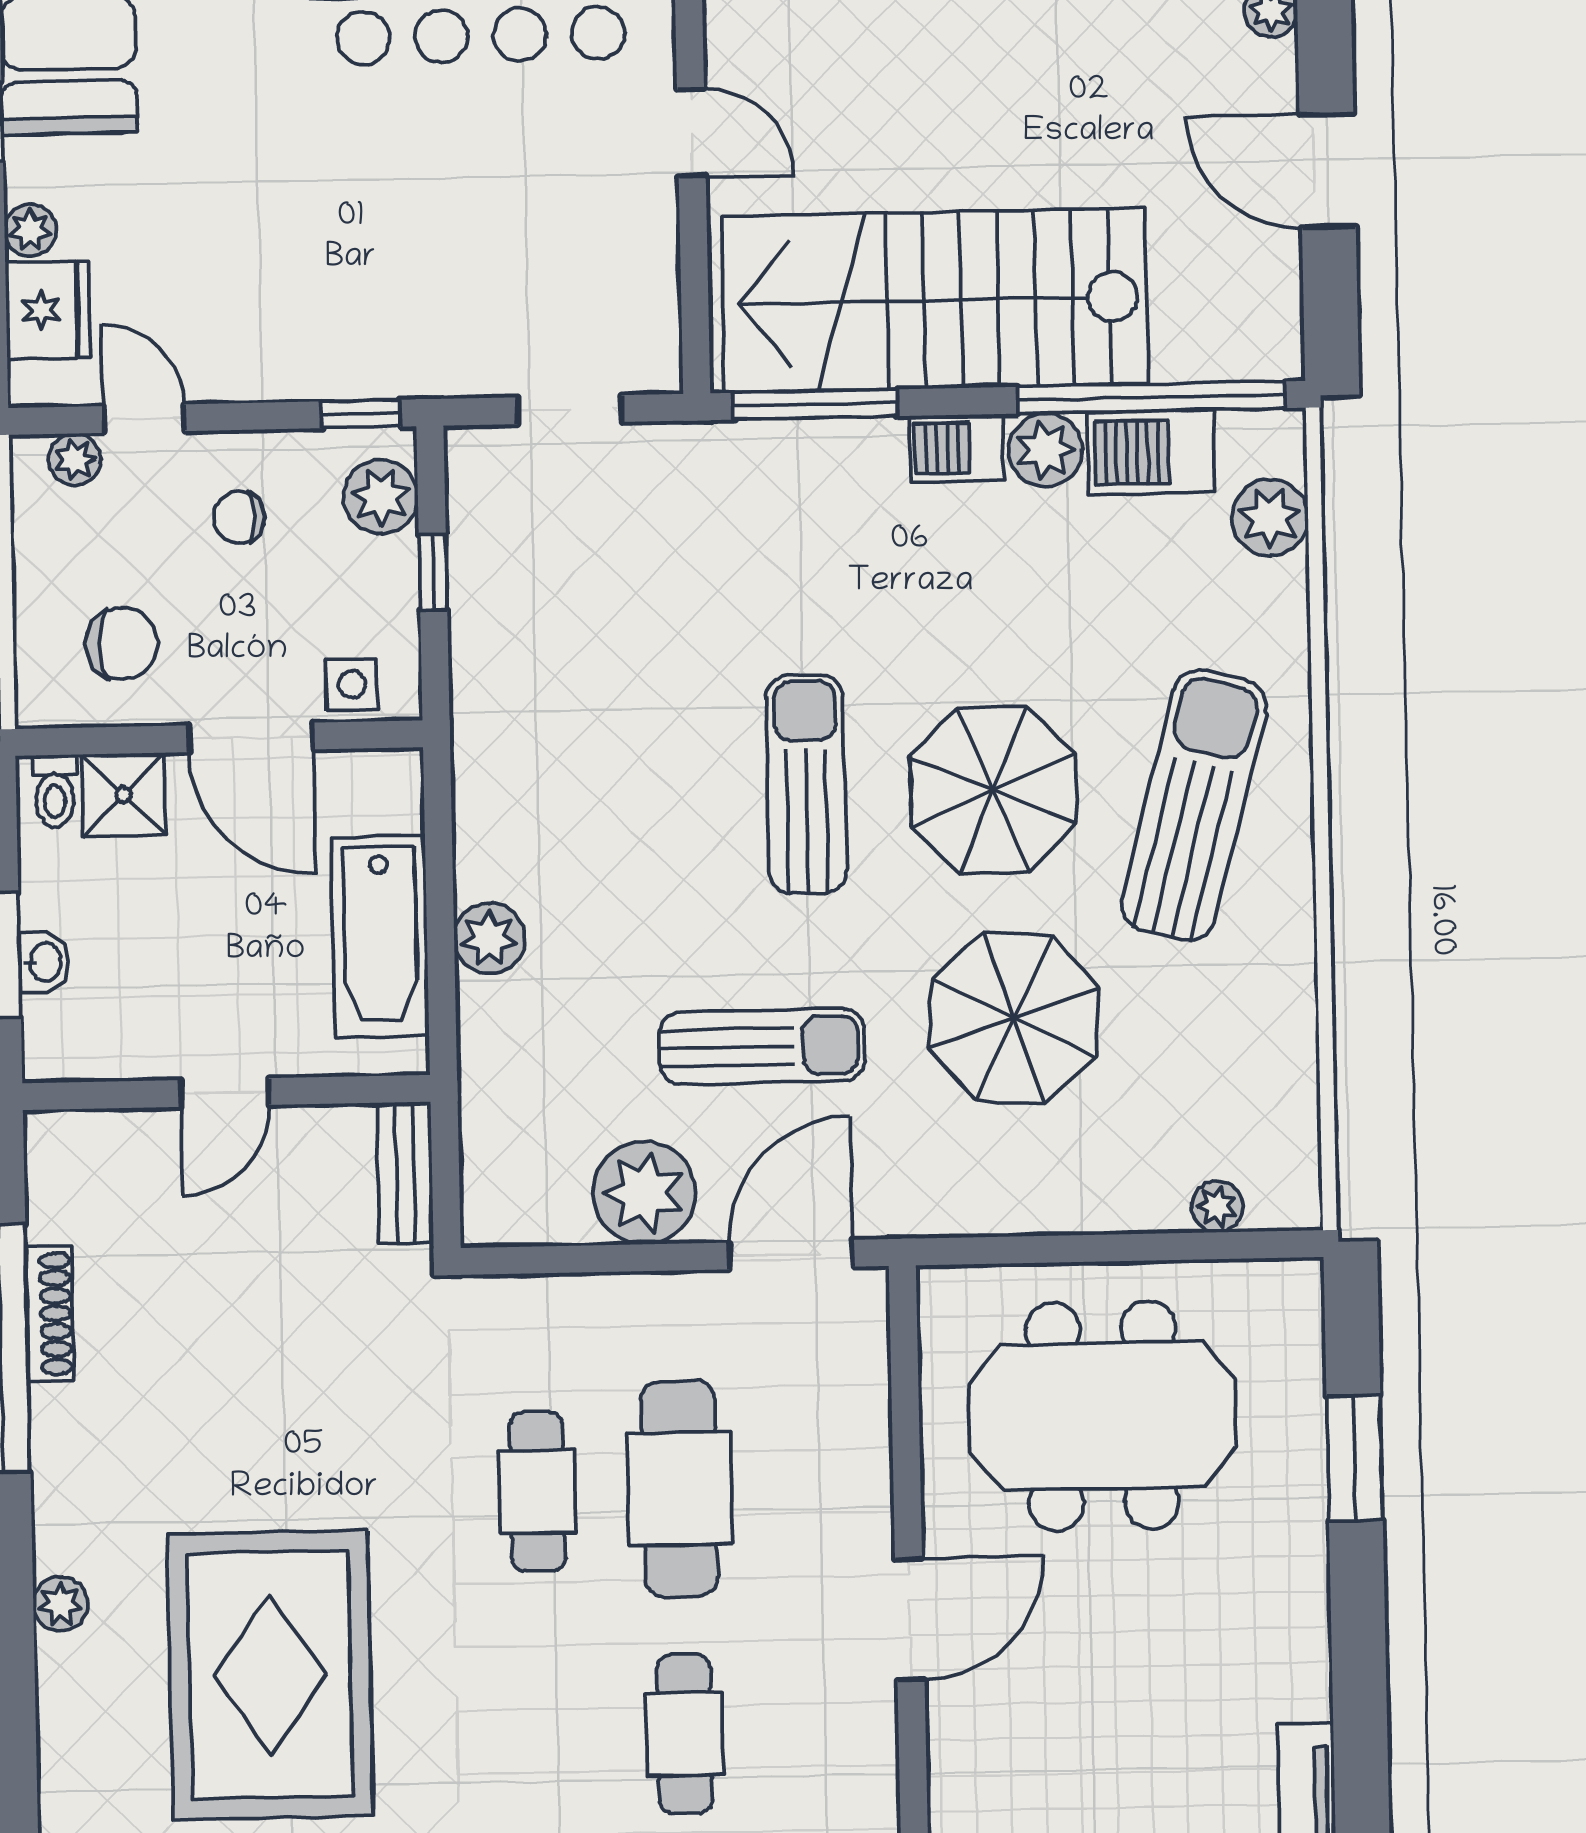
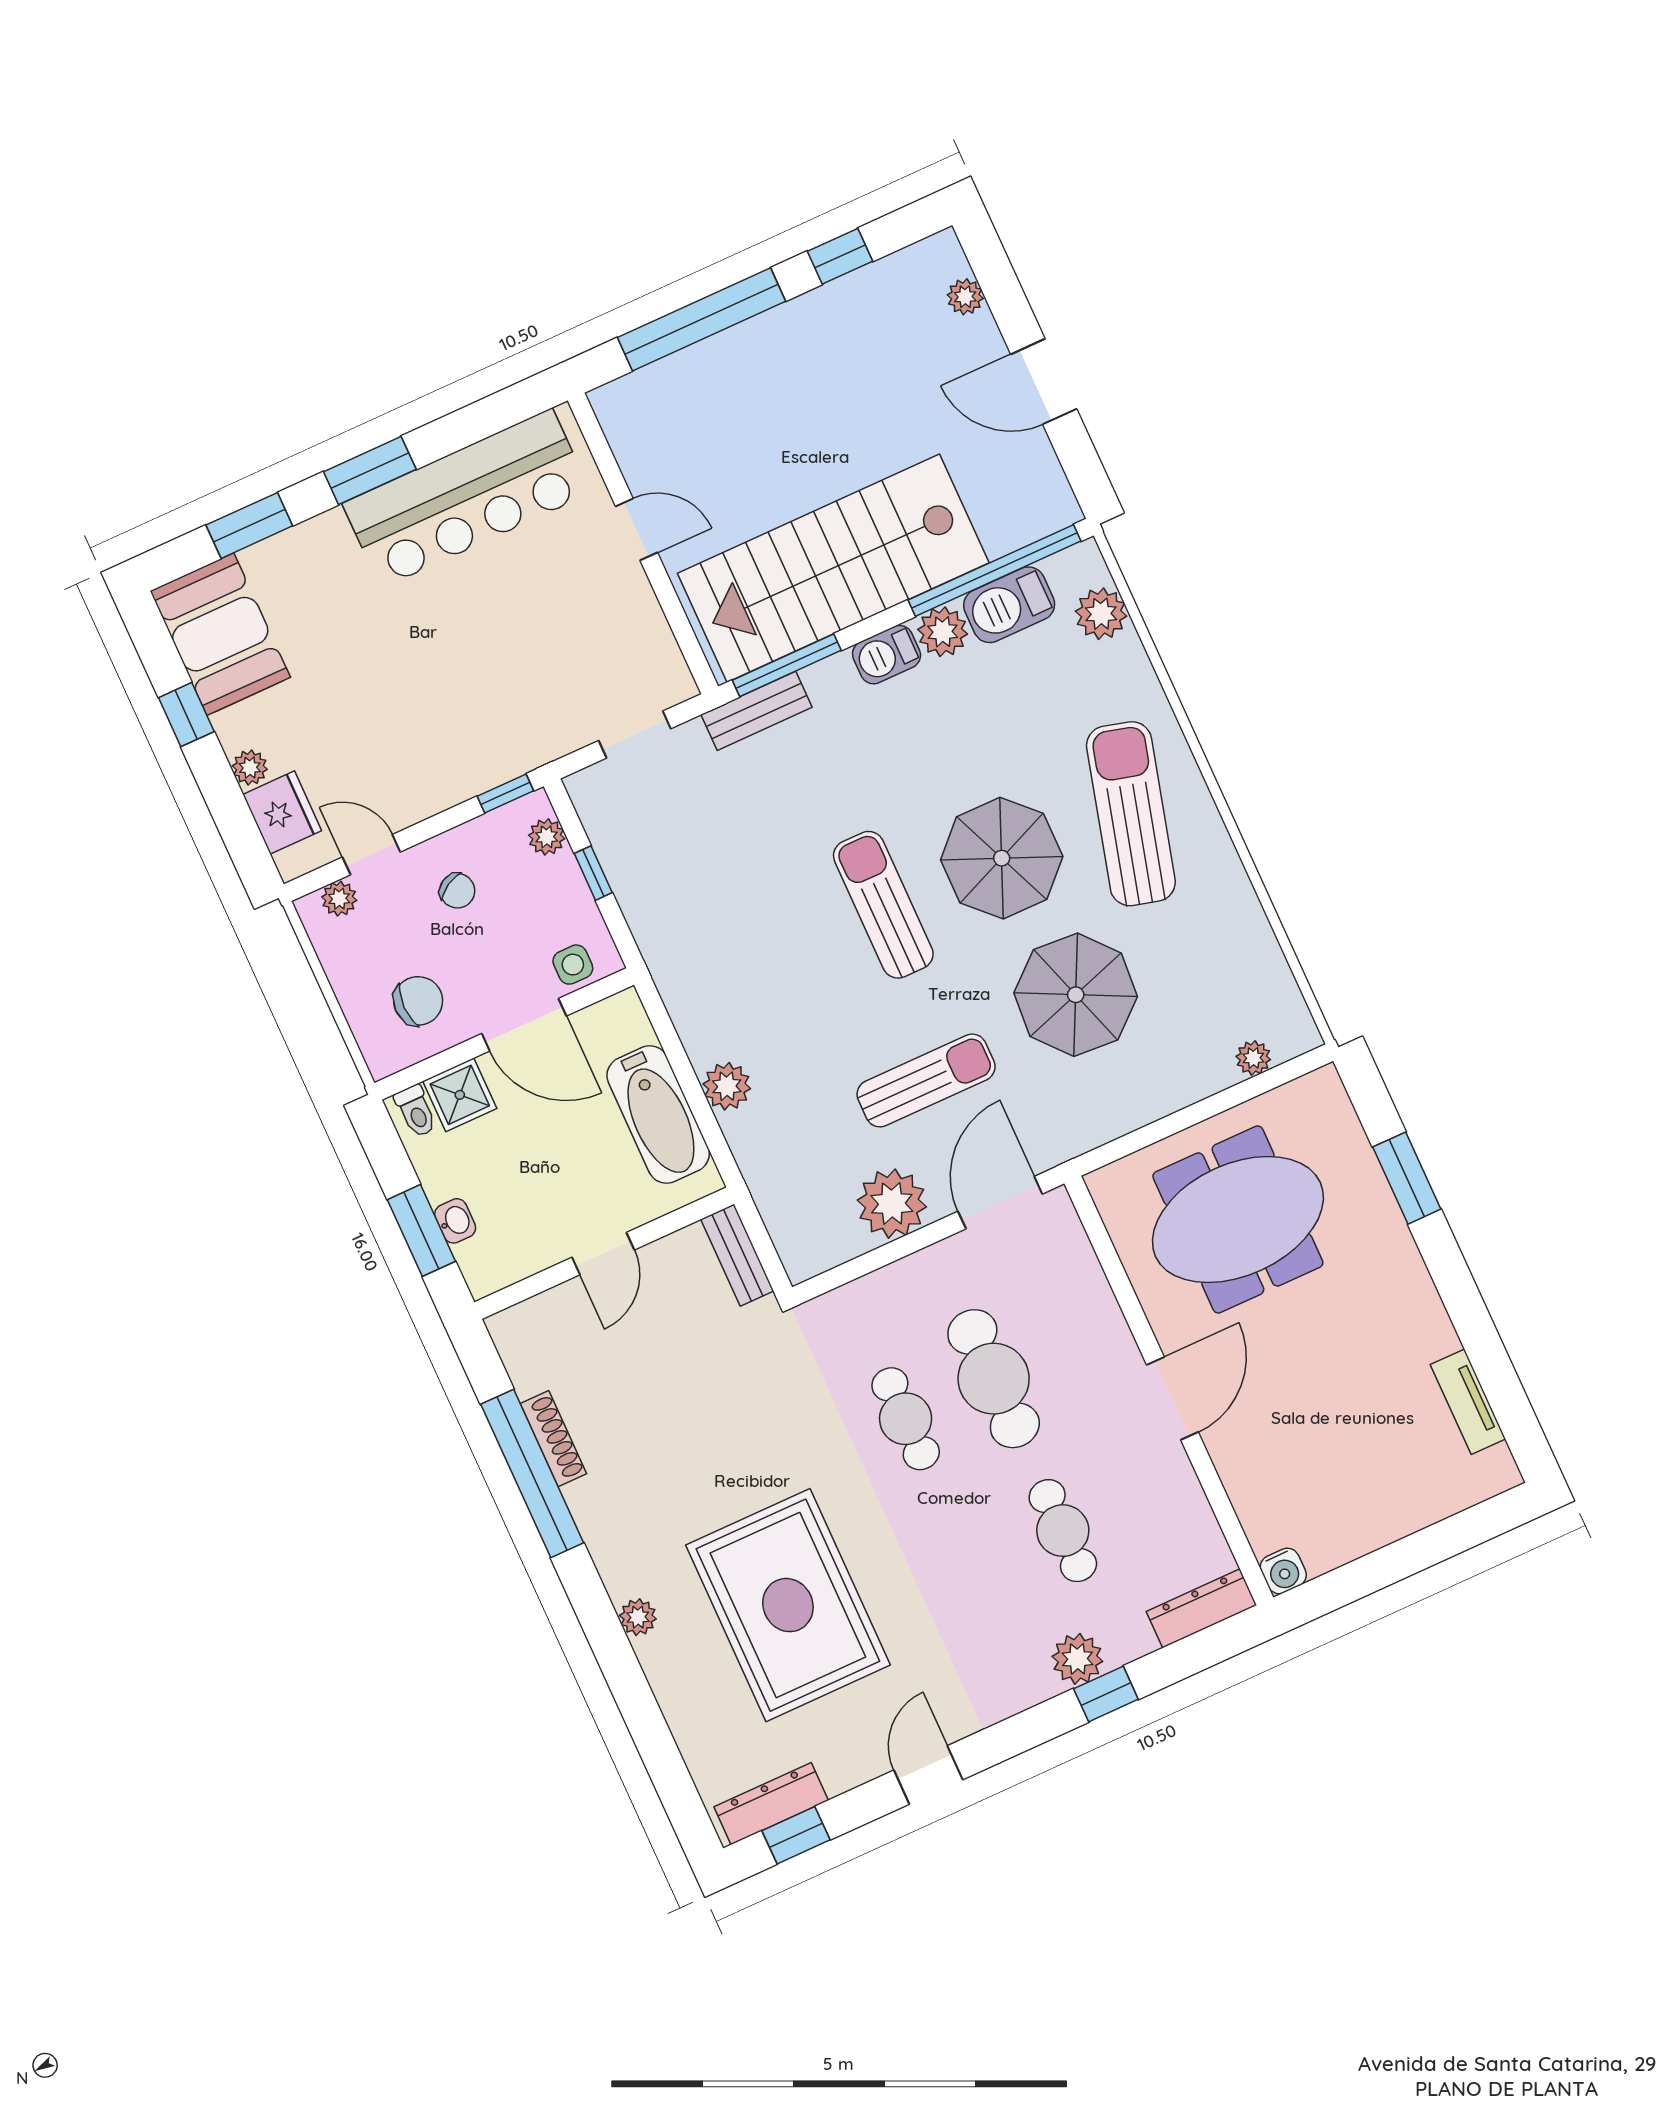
bench: (748, 448) -> (756, 711), added
plant: (381, 497) -> (547, 837), width x0.73, depth x0.73
chair: (239, 517) -> (457, 891), turned -120

